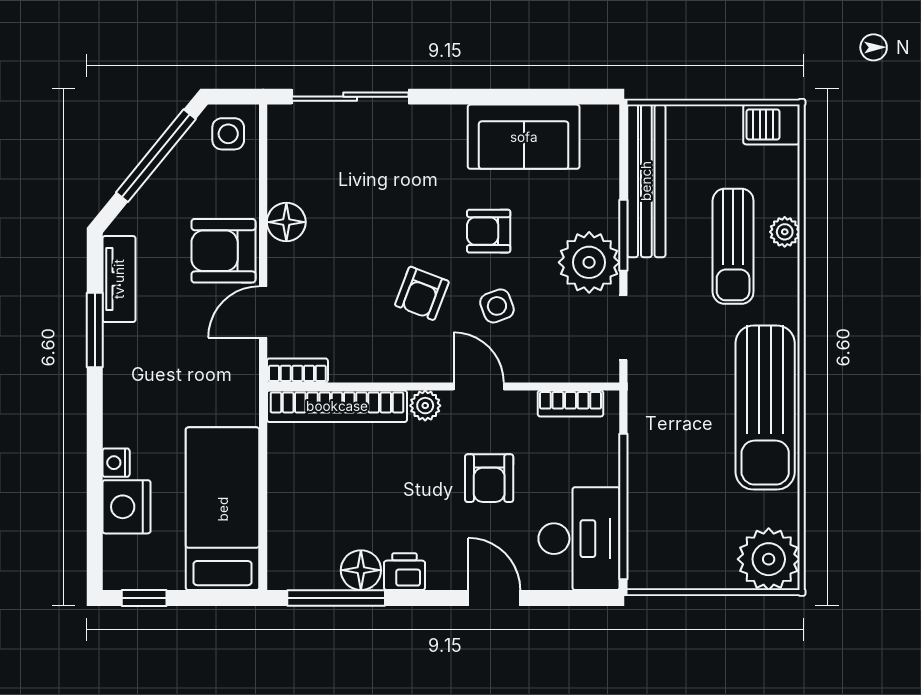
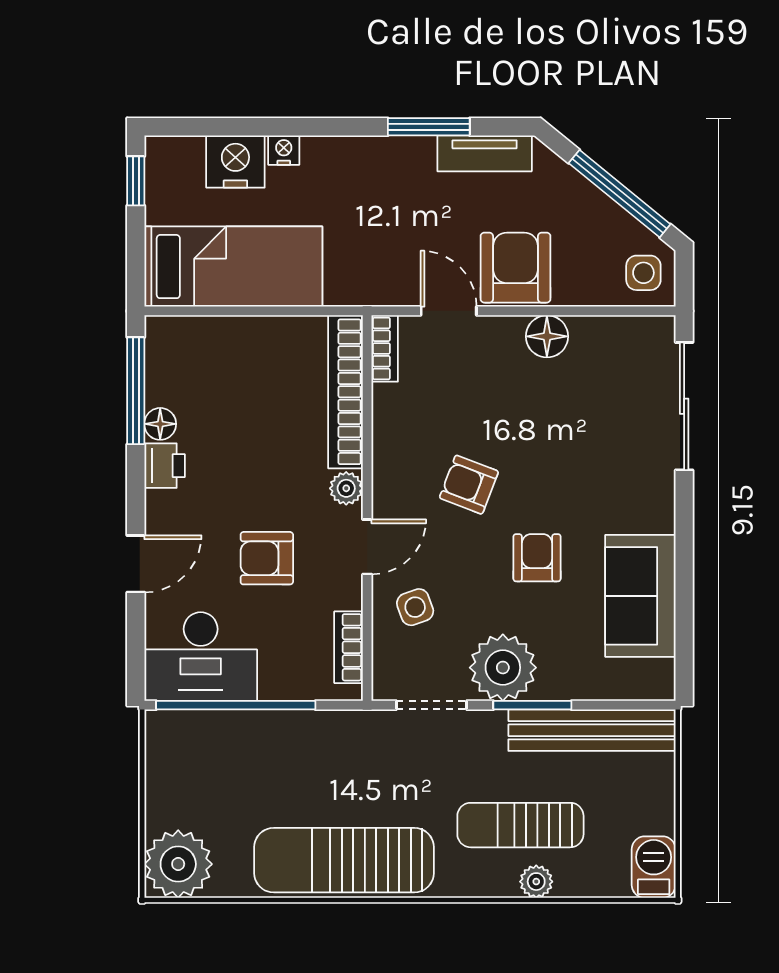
side table: (497, 306) -> (415, 607), moved
floor lamp: (361, 570) -> (160, 424), width x0.73, depth x0.73

